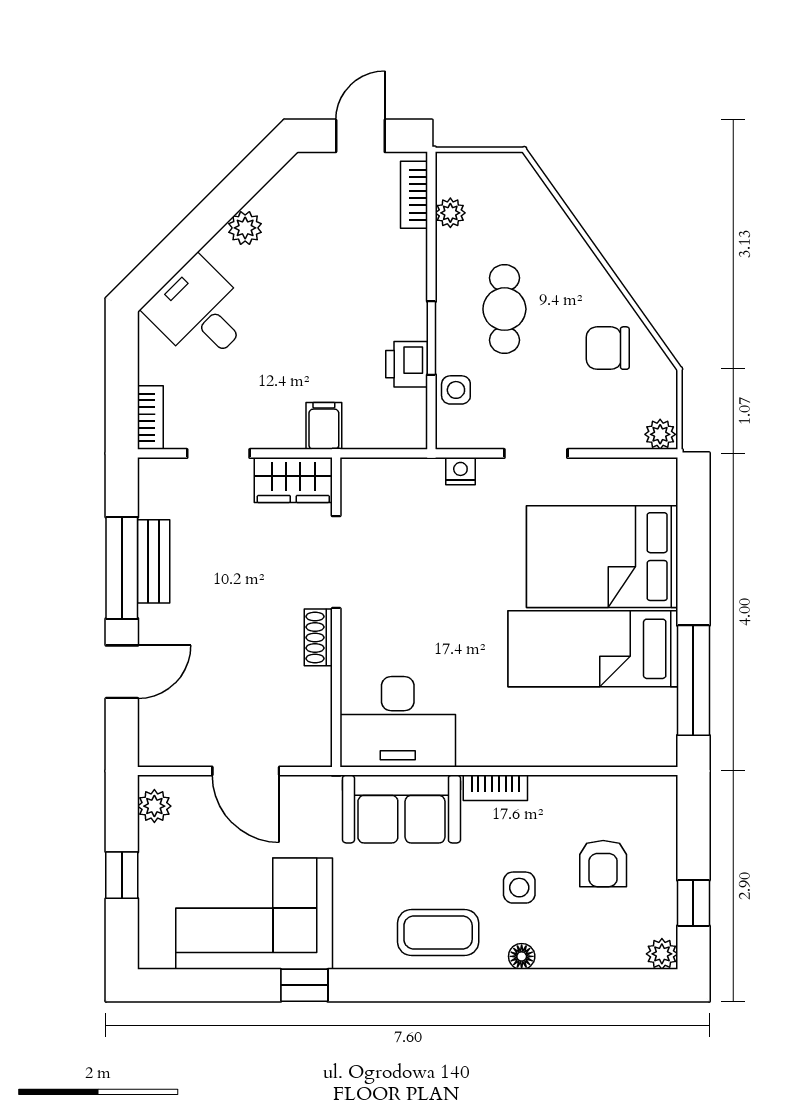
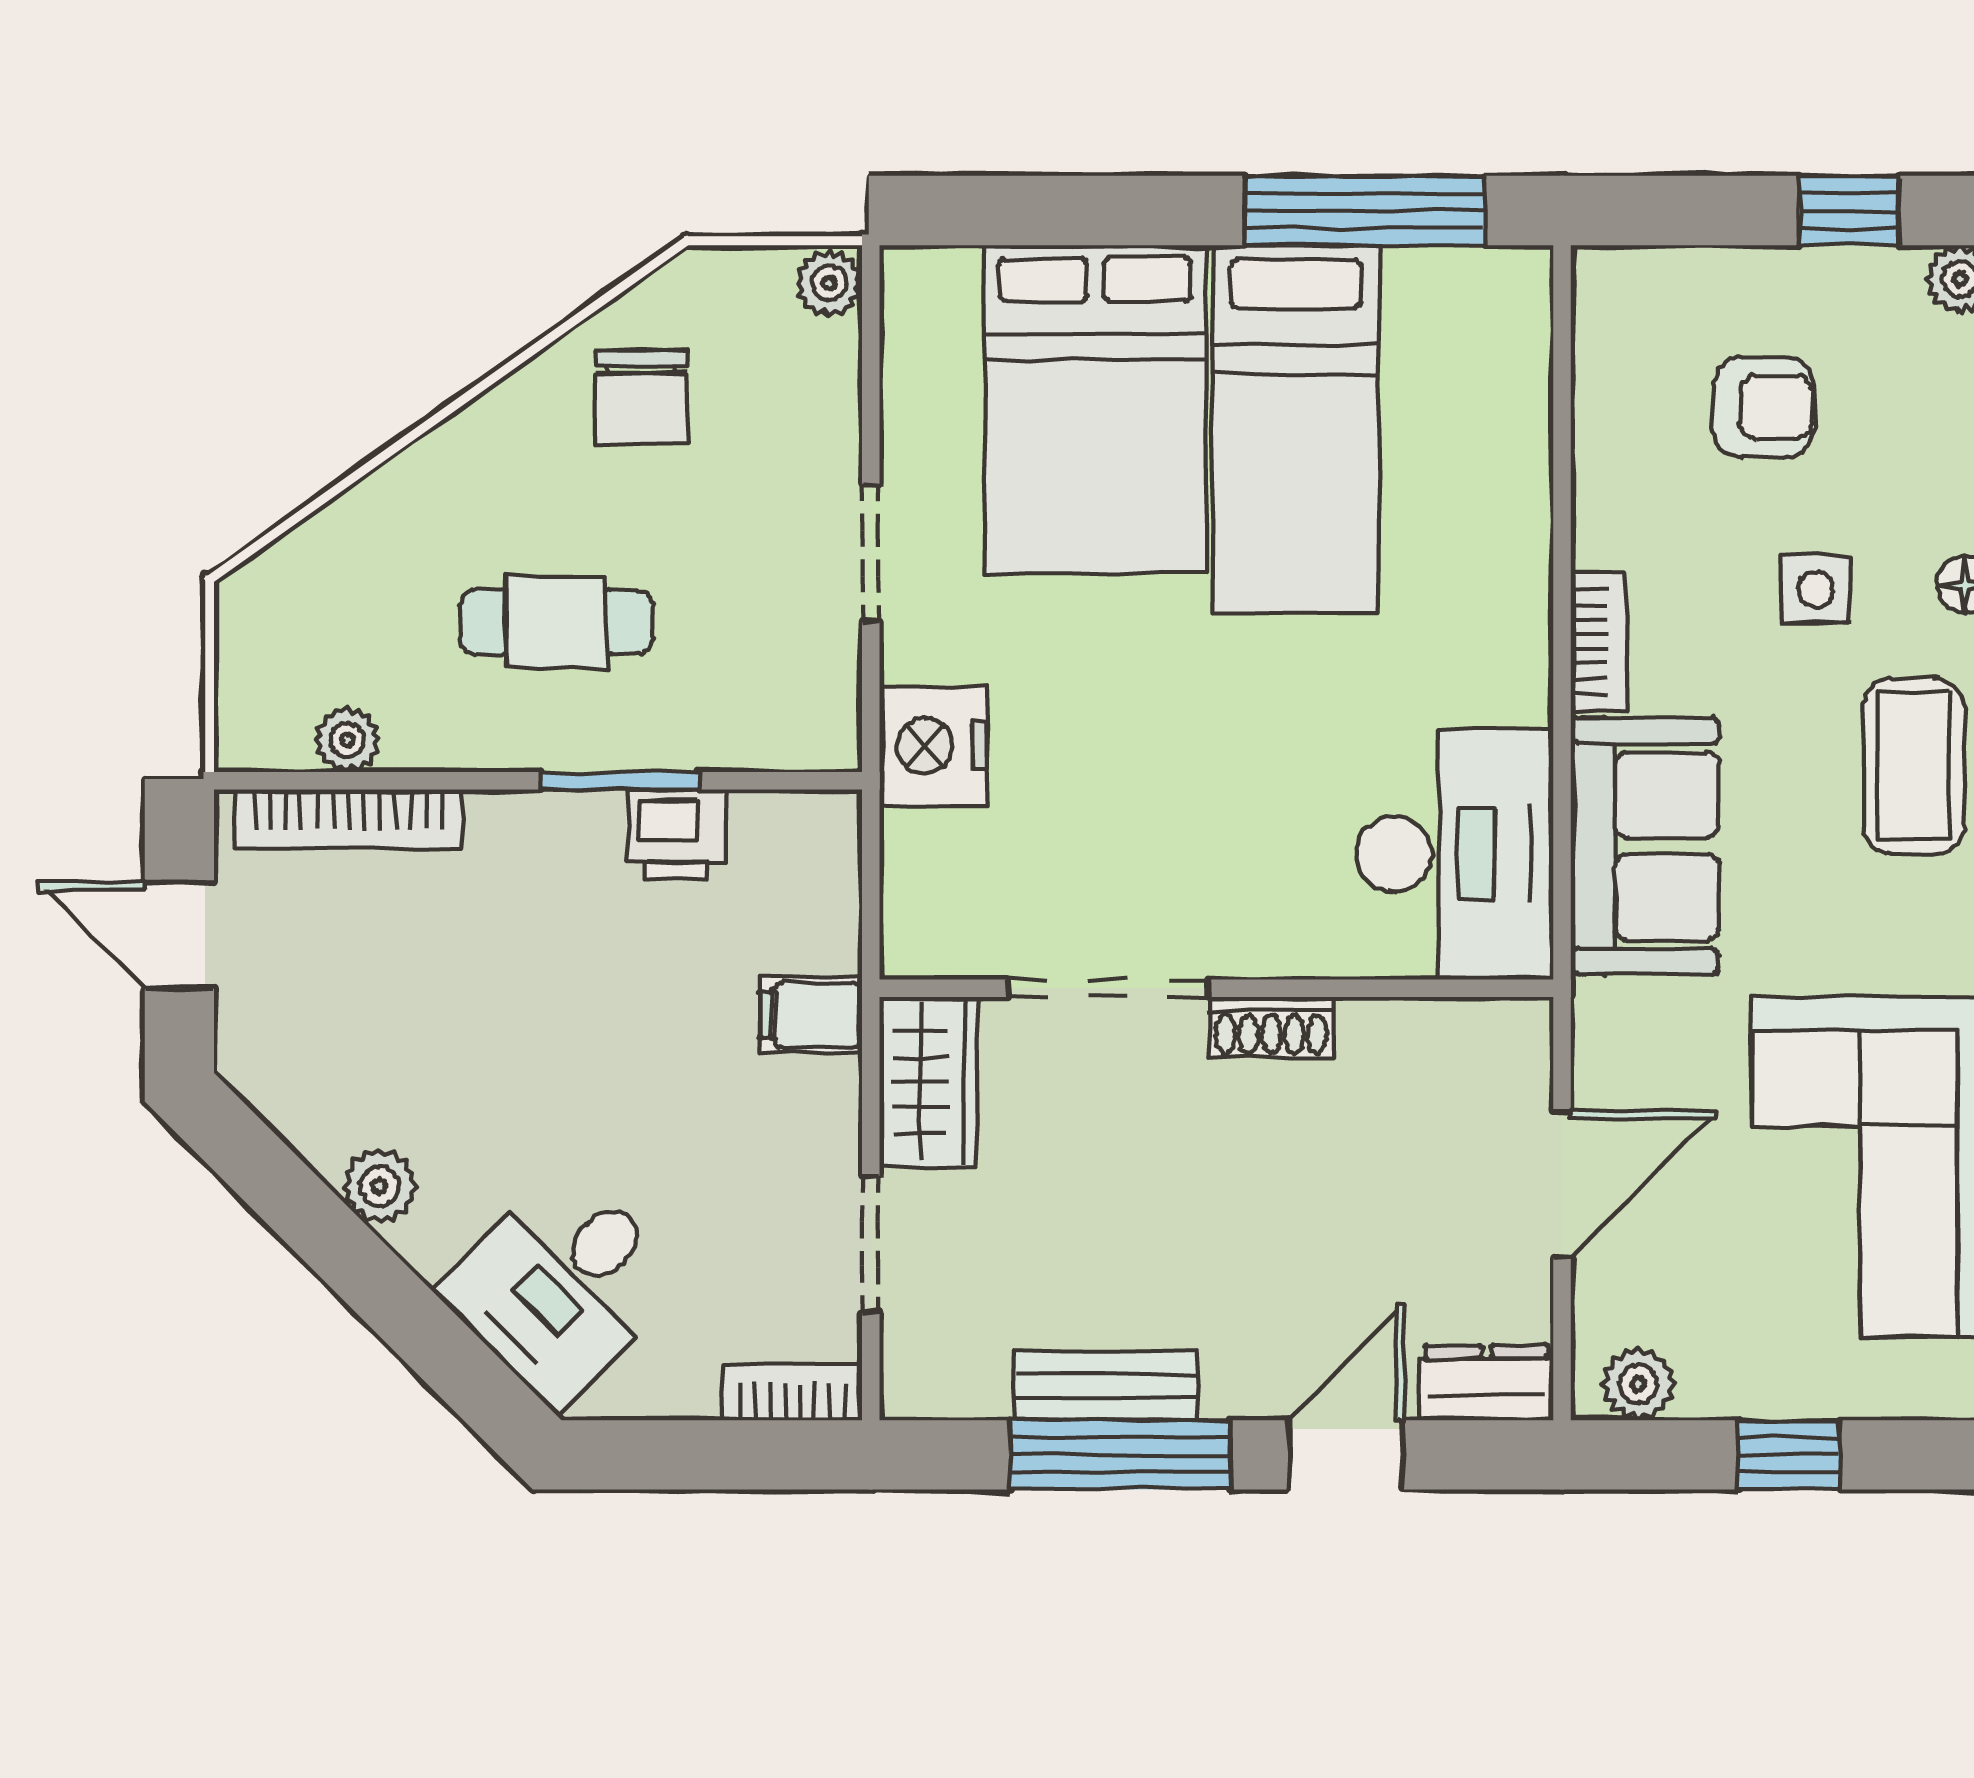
bookcase: (414, 195) -> (349, 819), width x1.56
side table: (456, 390) -> (732, 727), removed
nightstand: (460, 471) -> (933, 746), width x1.89, depth x1.79
door: (122, 672) -> (1346, 1455), hinge flipped
dresser: (155, 736) -> (1487, 1383), added

